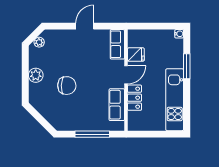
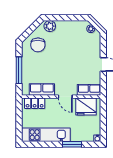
fridge: (136, 54) -> (86, 107), width x1.88, depth x1.34
plant: (36, 75) -> (50, 26), moved
chair: (67, 86) -> (38, 45), moved
locker: (135, 98) -> (35, 103), moved

